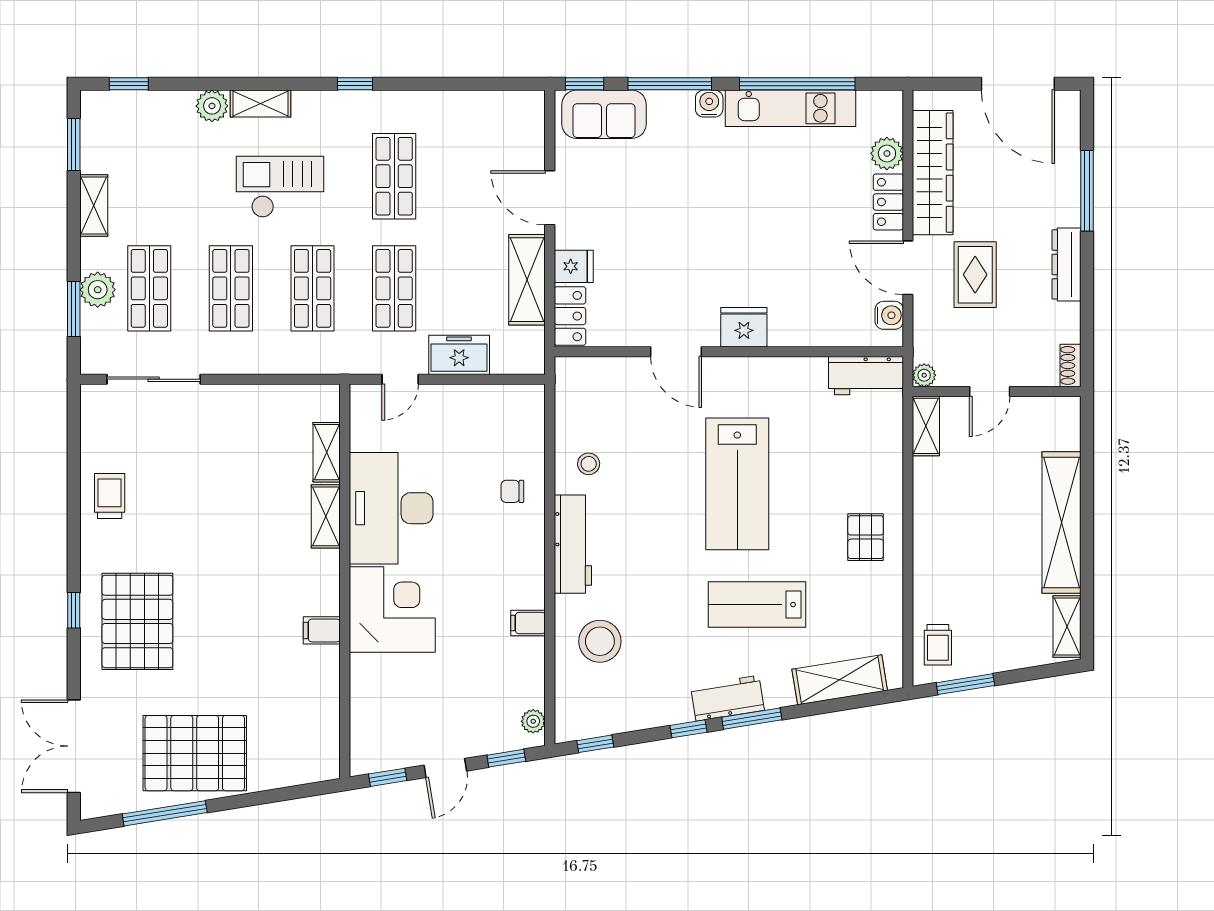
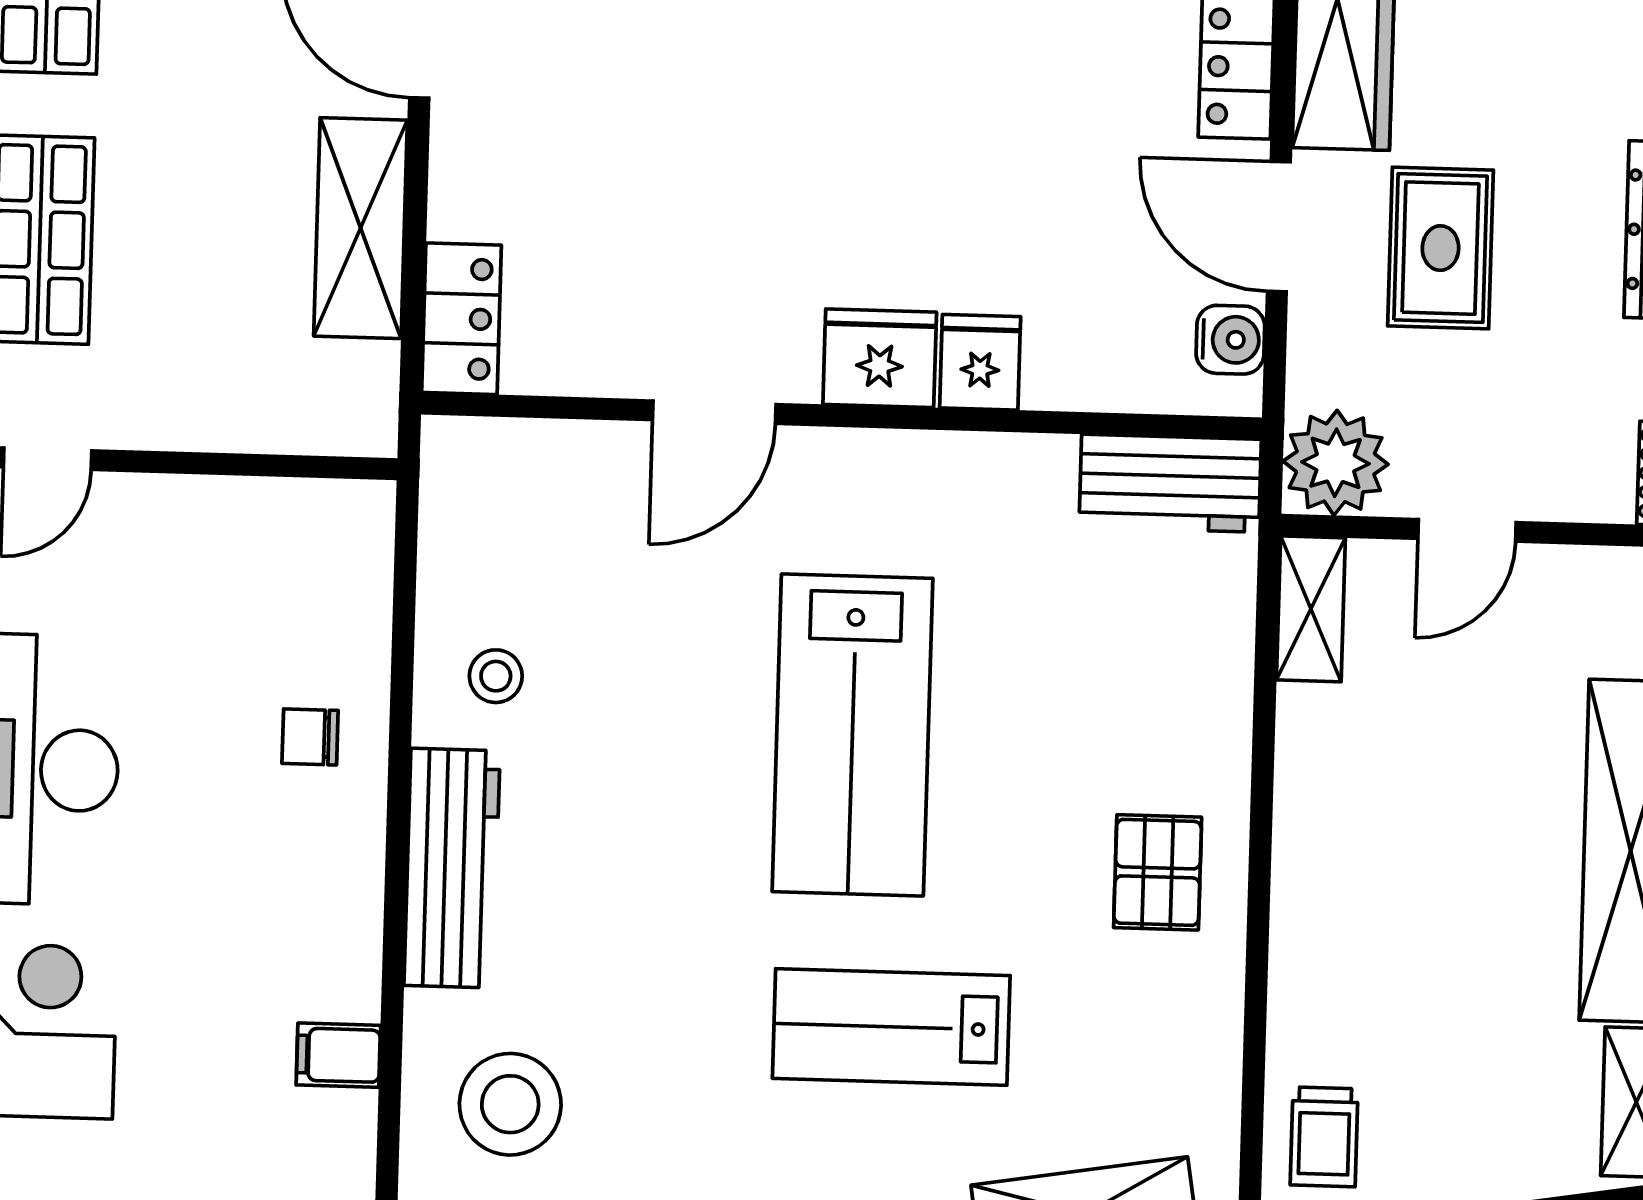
fridge: (574, 266) -> (980, 362), moved, turned -90
door: (676, 352) -> (714, 412), hinge flipped
freezer: (459, 355) -> (192, 404), removed
plant: (924, 375) -> (1336, 463), width x1.88, depth x1.88

